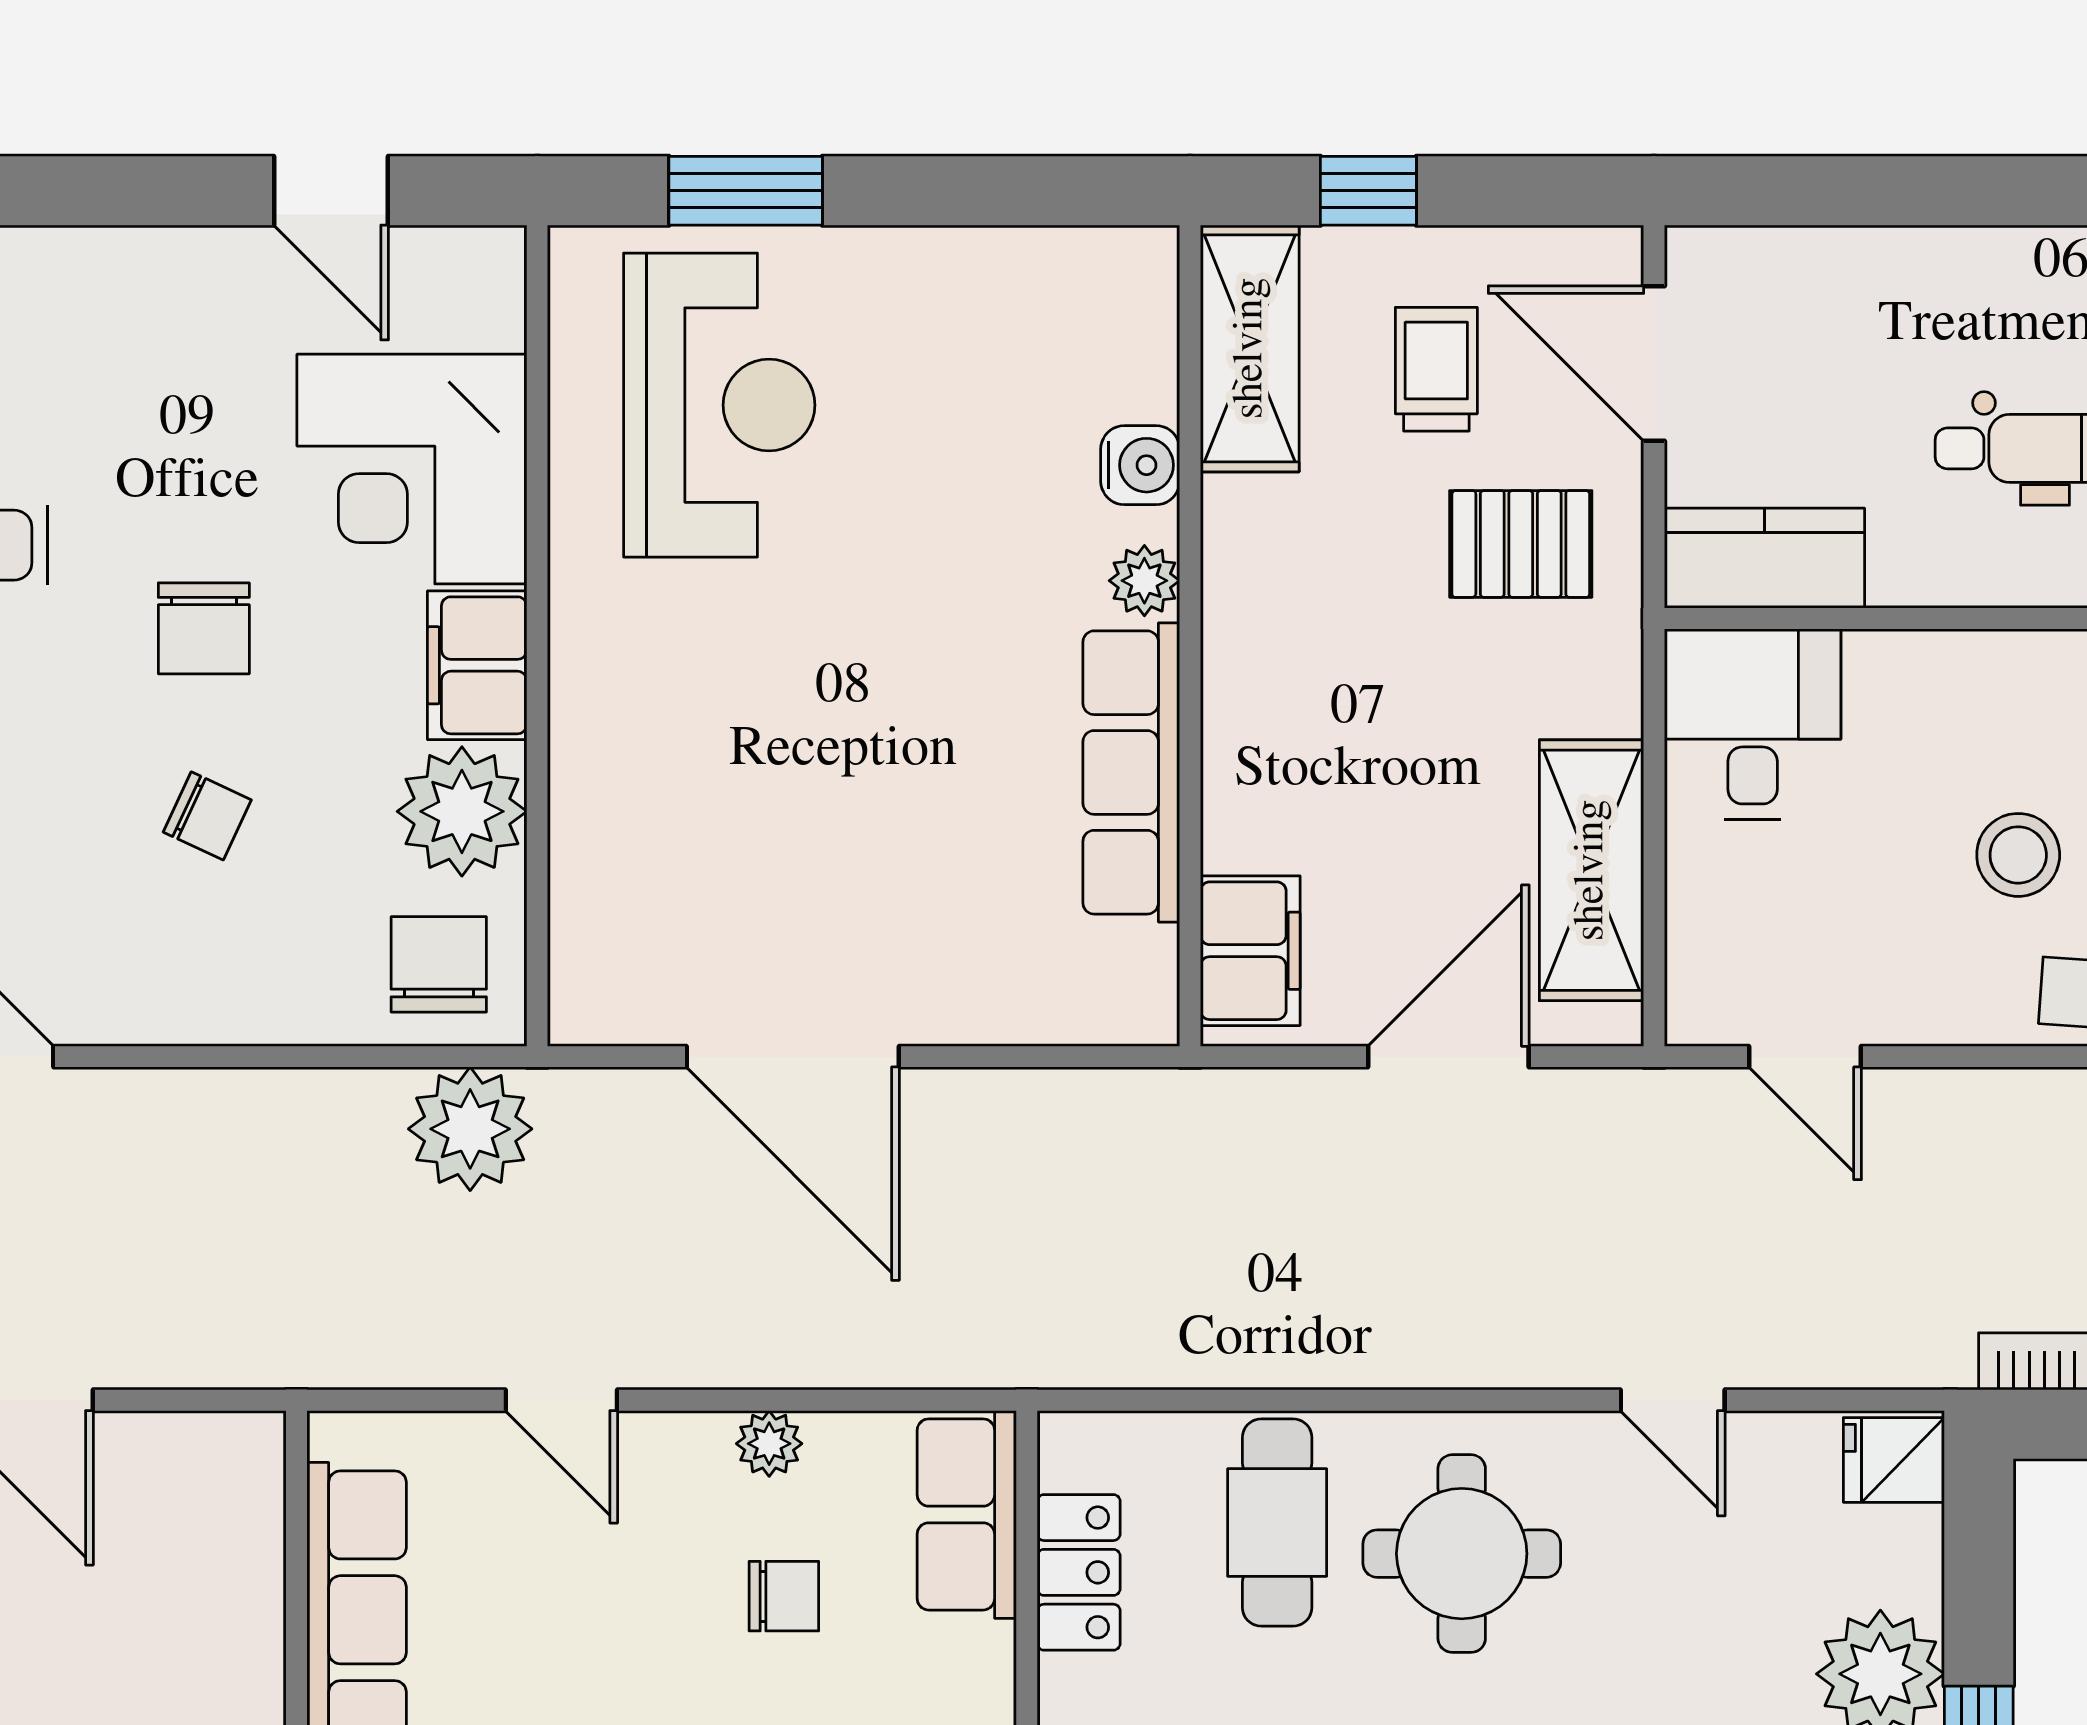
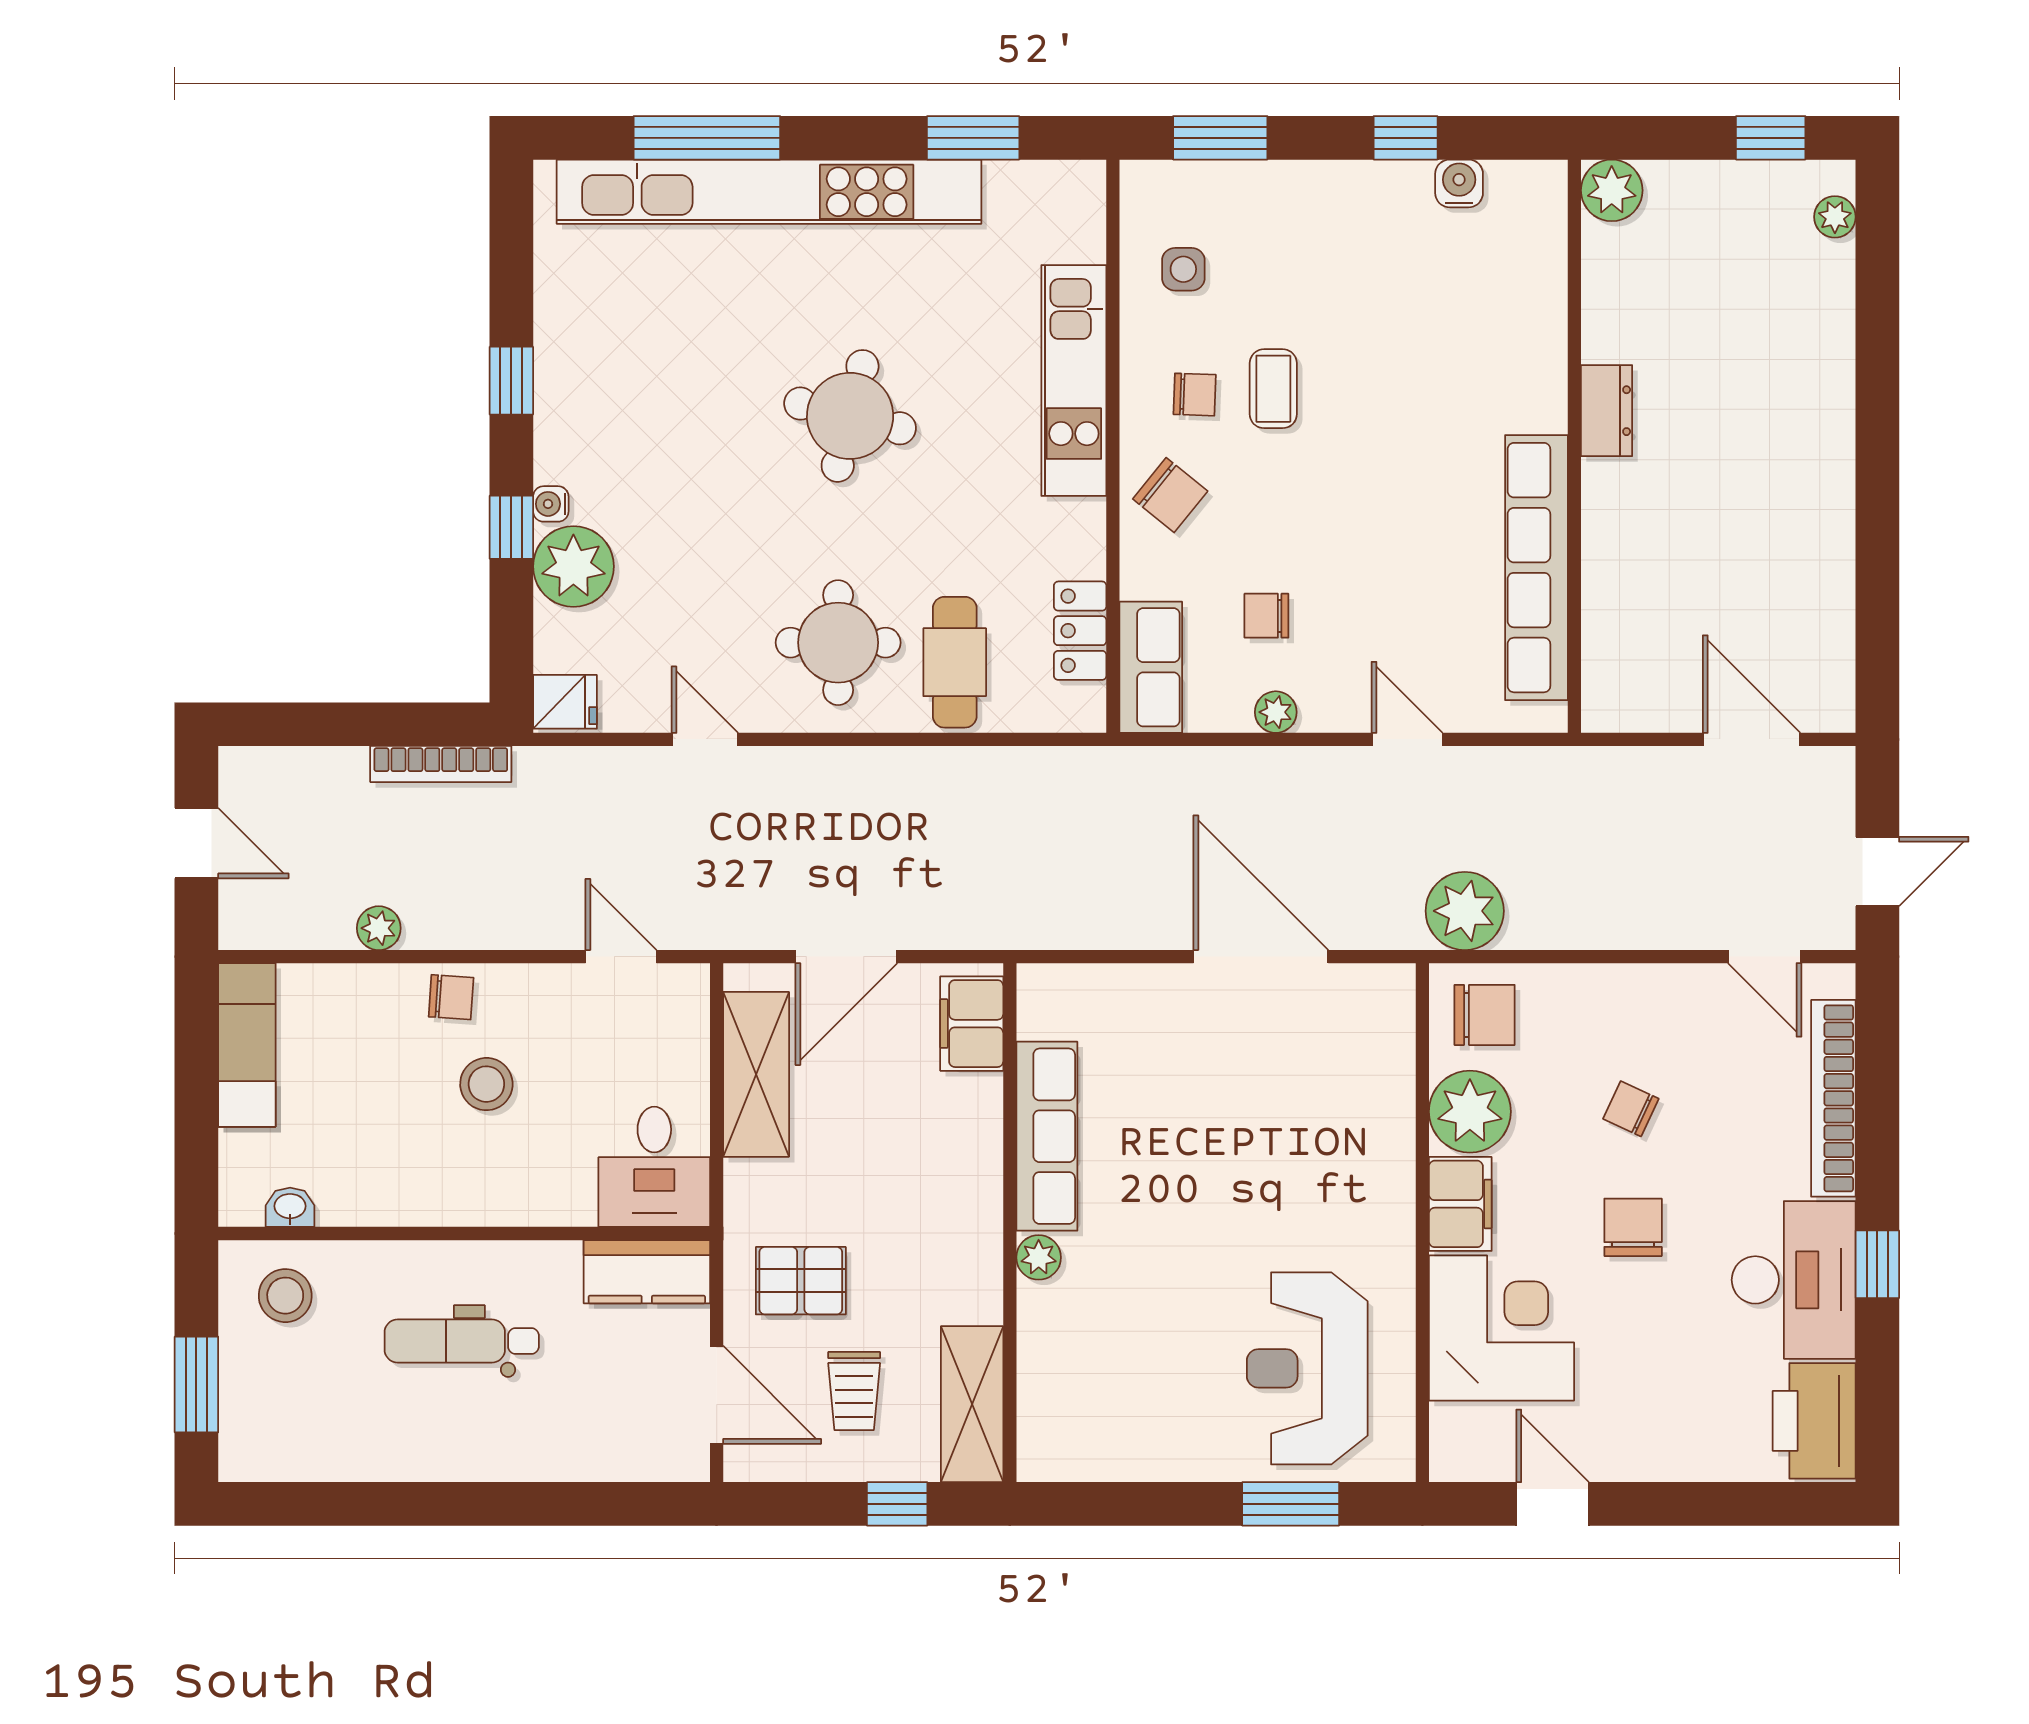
water cooler: (1140, 465) -> (1041, 1330), removed
chair: (439, 964) -> (1485, 1015), turned -90

